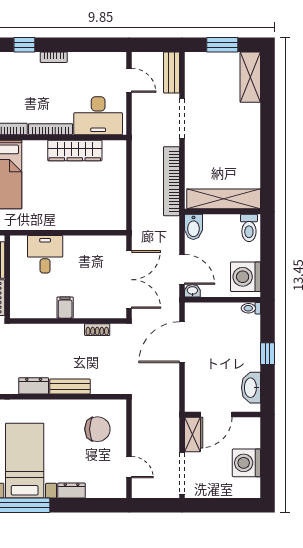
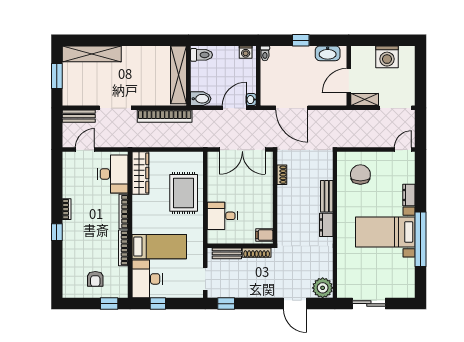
shelving: (250, 77) -> (92, 54), width x1.47
wardrobe: (75, 150) -> (140, 173), moved
rug: (74, 205) -> (184, 193), added
washing machine: (246, 277) -> (246, 52), width x0.53, depth x0.53
double door: (129, 280) -> (242, 150), swing flipped
filing cabinet: (65, 308) -> (264, 235), moved
door: (216, 414) -> (349, 81), swing flipped
door: (129, 467) -> (403, 150), moved

